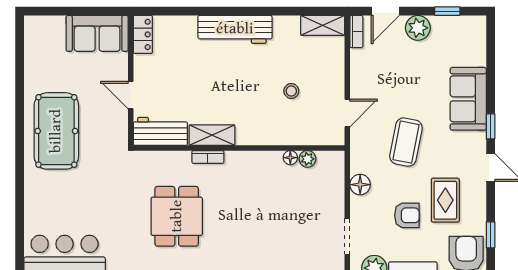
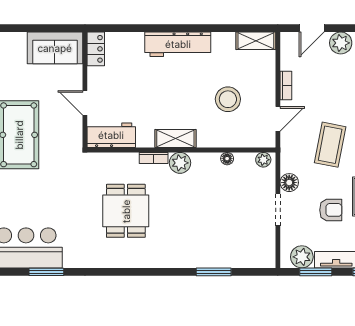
bookcase: (356, 32) -> (286, 85), moved
stool: (291, 91) -> (228, 99), width x1.89, depth x1.89
shelving: (212, 135) -> (175, 138), moved
plant: (308, 159) -> (263, 160), moved
plant: (237, 162) -> (180, 163), added
doorway: (347, 236) -> (278, 210), moved

